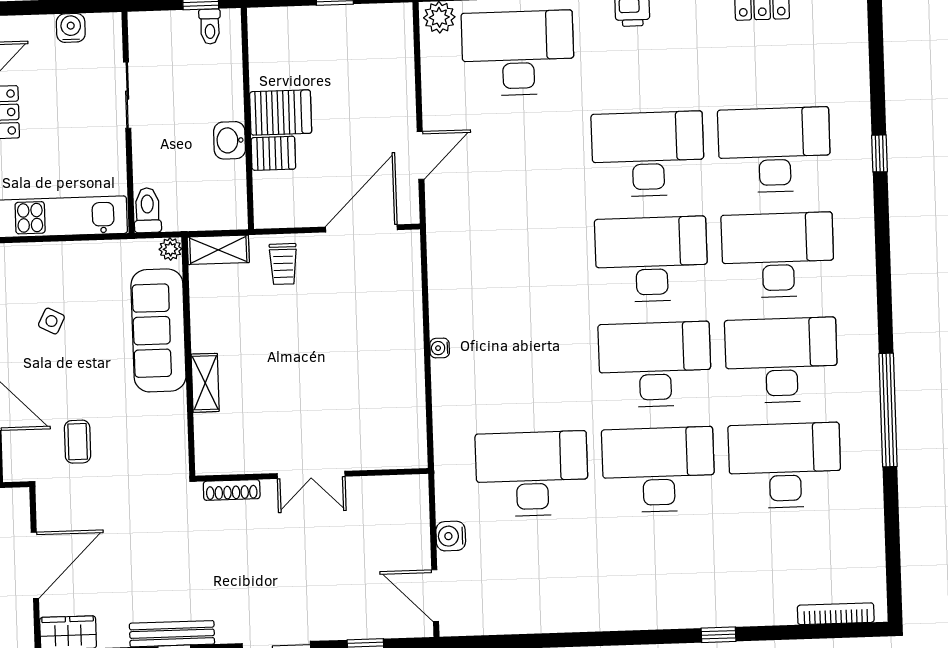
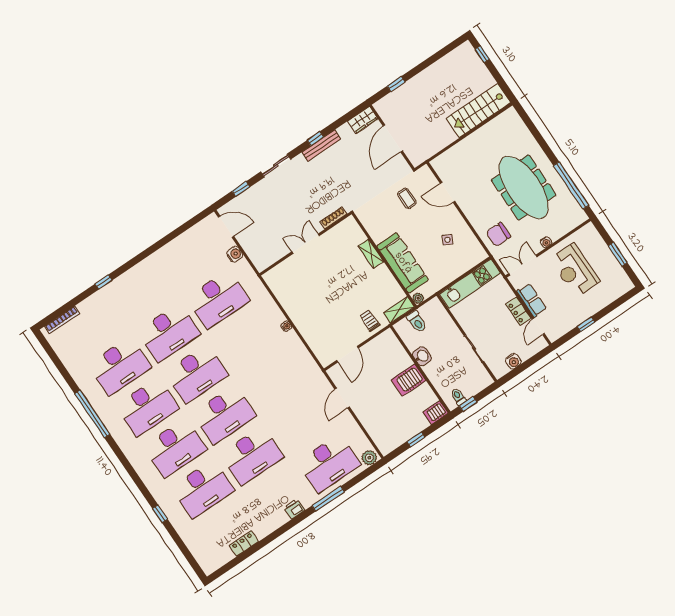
server rack: (273, 153) -> (436, 413), moved
toilet: (147, 210) -> (417, 322), moved
door: (361, 228) -> (347, 354), width x0.73

